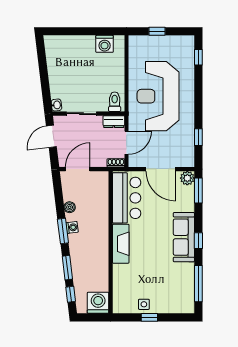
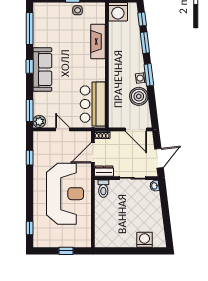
washing machine: (105, 44) -> (145, 240), moved
door: (78, 169) -> (136, 129), hinge flipped
door: (161, 169) -> (63, 129), width x0.53
boiler: (70, 207) -> (139, 96), width x1.86, depth x1.86
fireplace: (121, 244) -> (98, 41), moved

